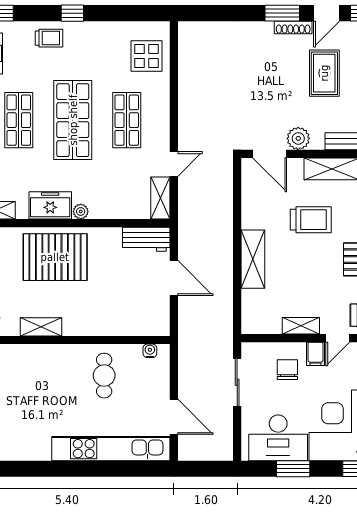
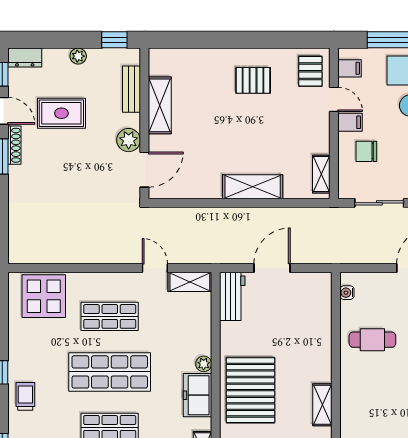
display table: (146, 56) -> (44, 296), width x1.36, depth x1.36
trolley: (311, 220) -> (212, 127), removed
shelving: (301, 326) -> (321, 174), moved

